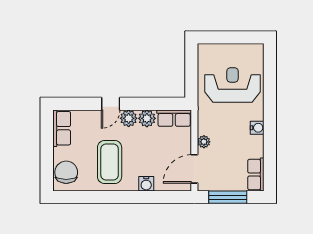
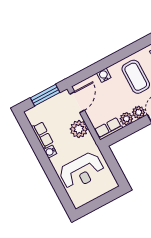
plant: (204, 142) -> (79, 129), width x1.88, depth x1.88
row of seats: (256, 175) -> (42, 135), moved

